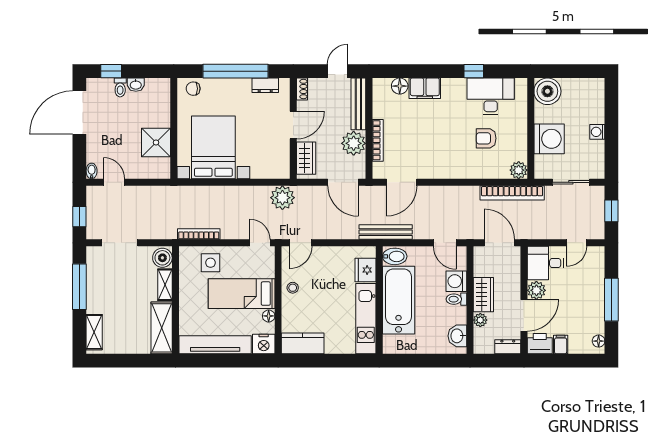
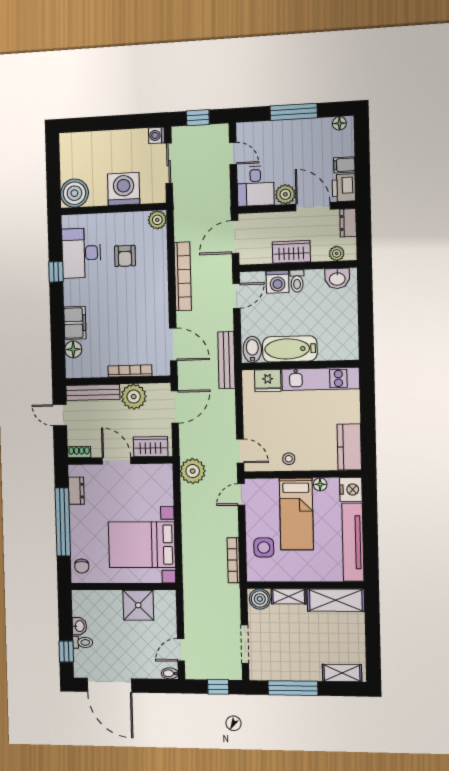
washing machine: (597, 132) -> (157, 135), moved, turned 90
bookcase: (512, 193) -> (183, 276), moved
bathtub: (399, 300) -> (290, 349), width x0.73, depth x0.73
plant: (480, 320) -> (337, 253), moved

